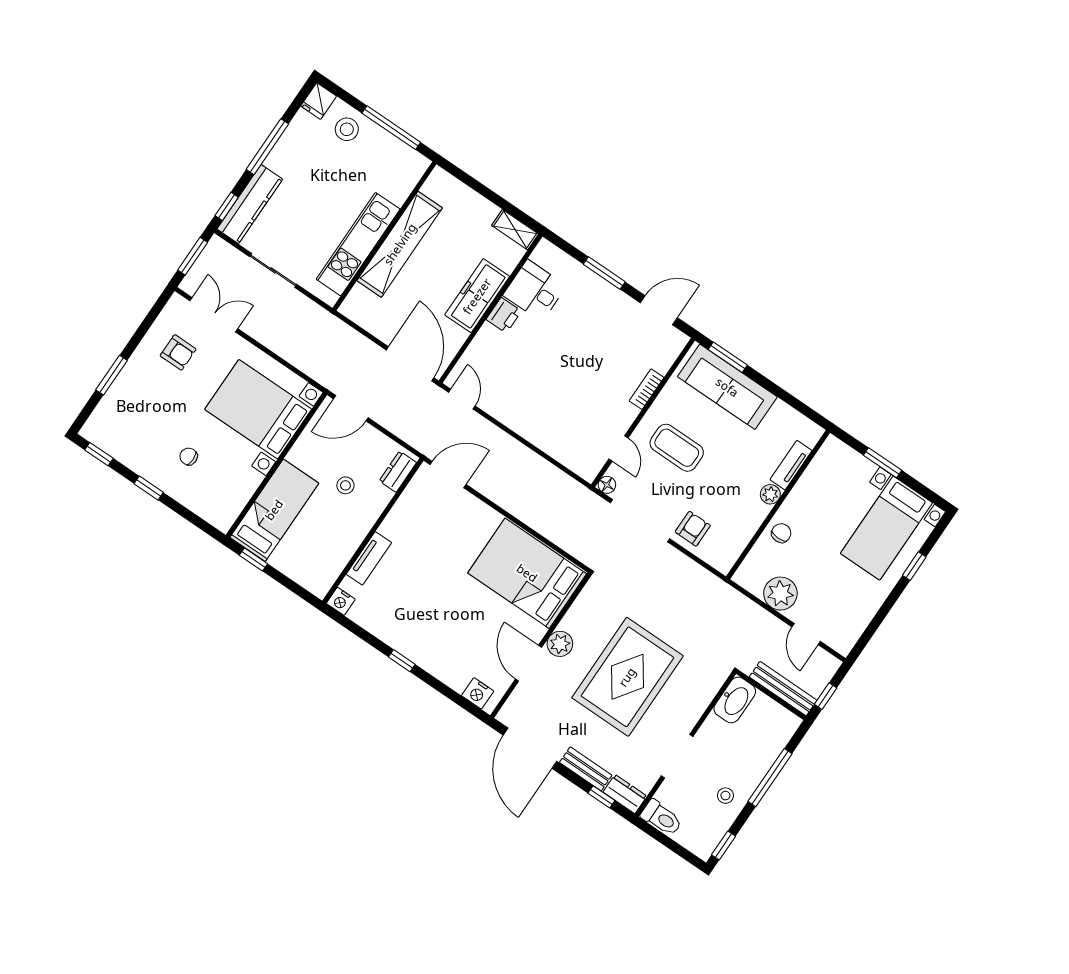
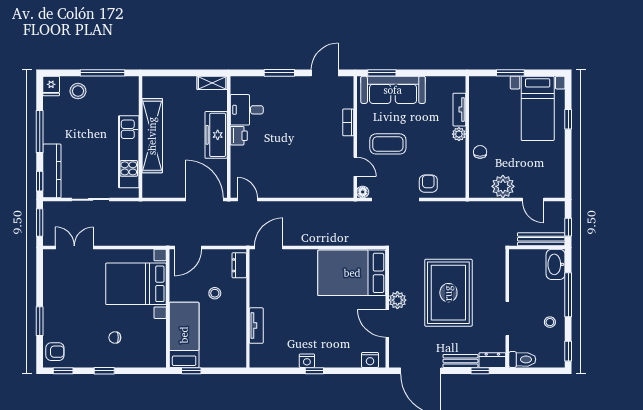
armchair: (178, 352) -> (55, 352), moved
nightstand: (341, 601) -> (307, 361), moved
washbasin: (735, 700) -> (556, 264), moved, turned 180

